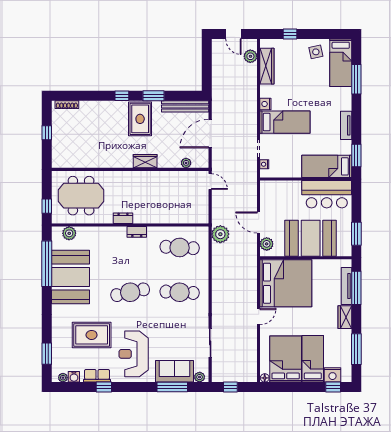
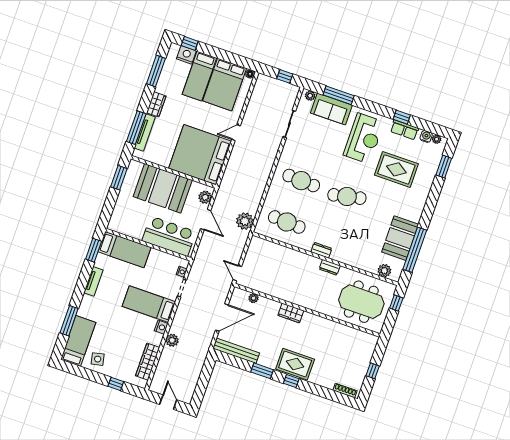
plant: (250, 56) -> (172, 340), moved
rug: (140, 119) -> (295, 364), moved, turned 90
bar counter: (327, 194) -> (169, 236), moved
booth: (71, 277) -> (400, 238), width x0.73, depth x0.70

